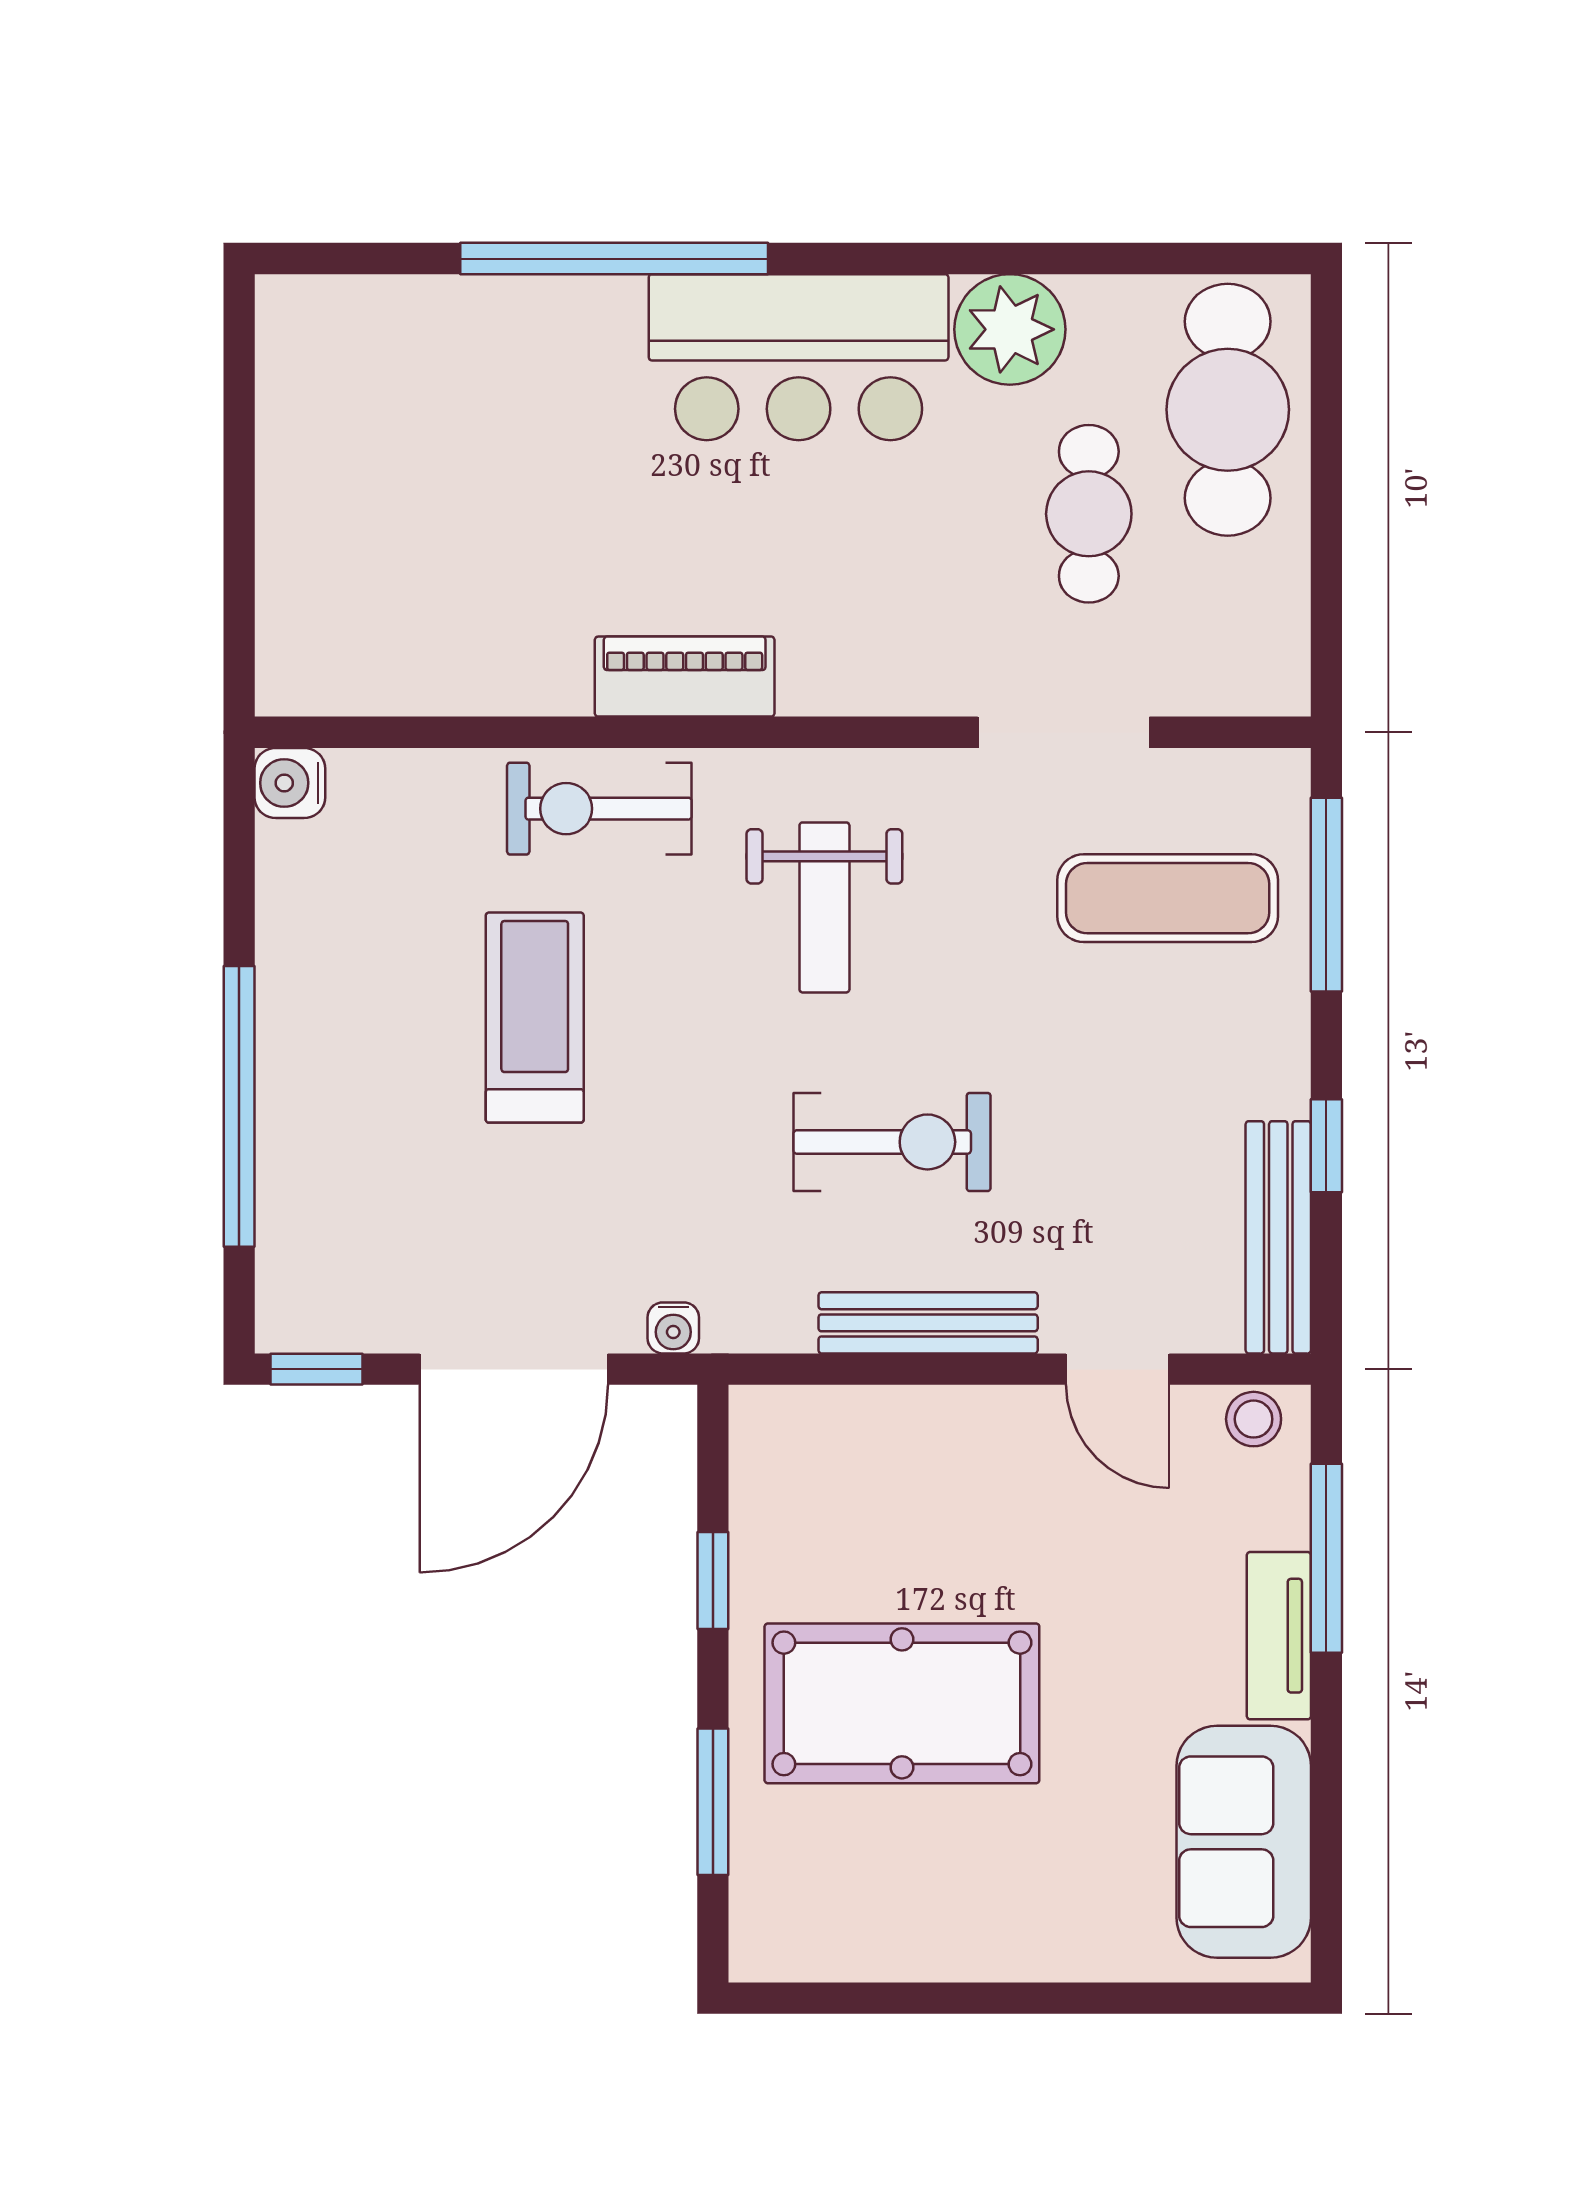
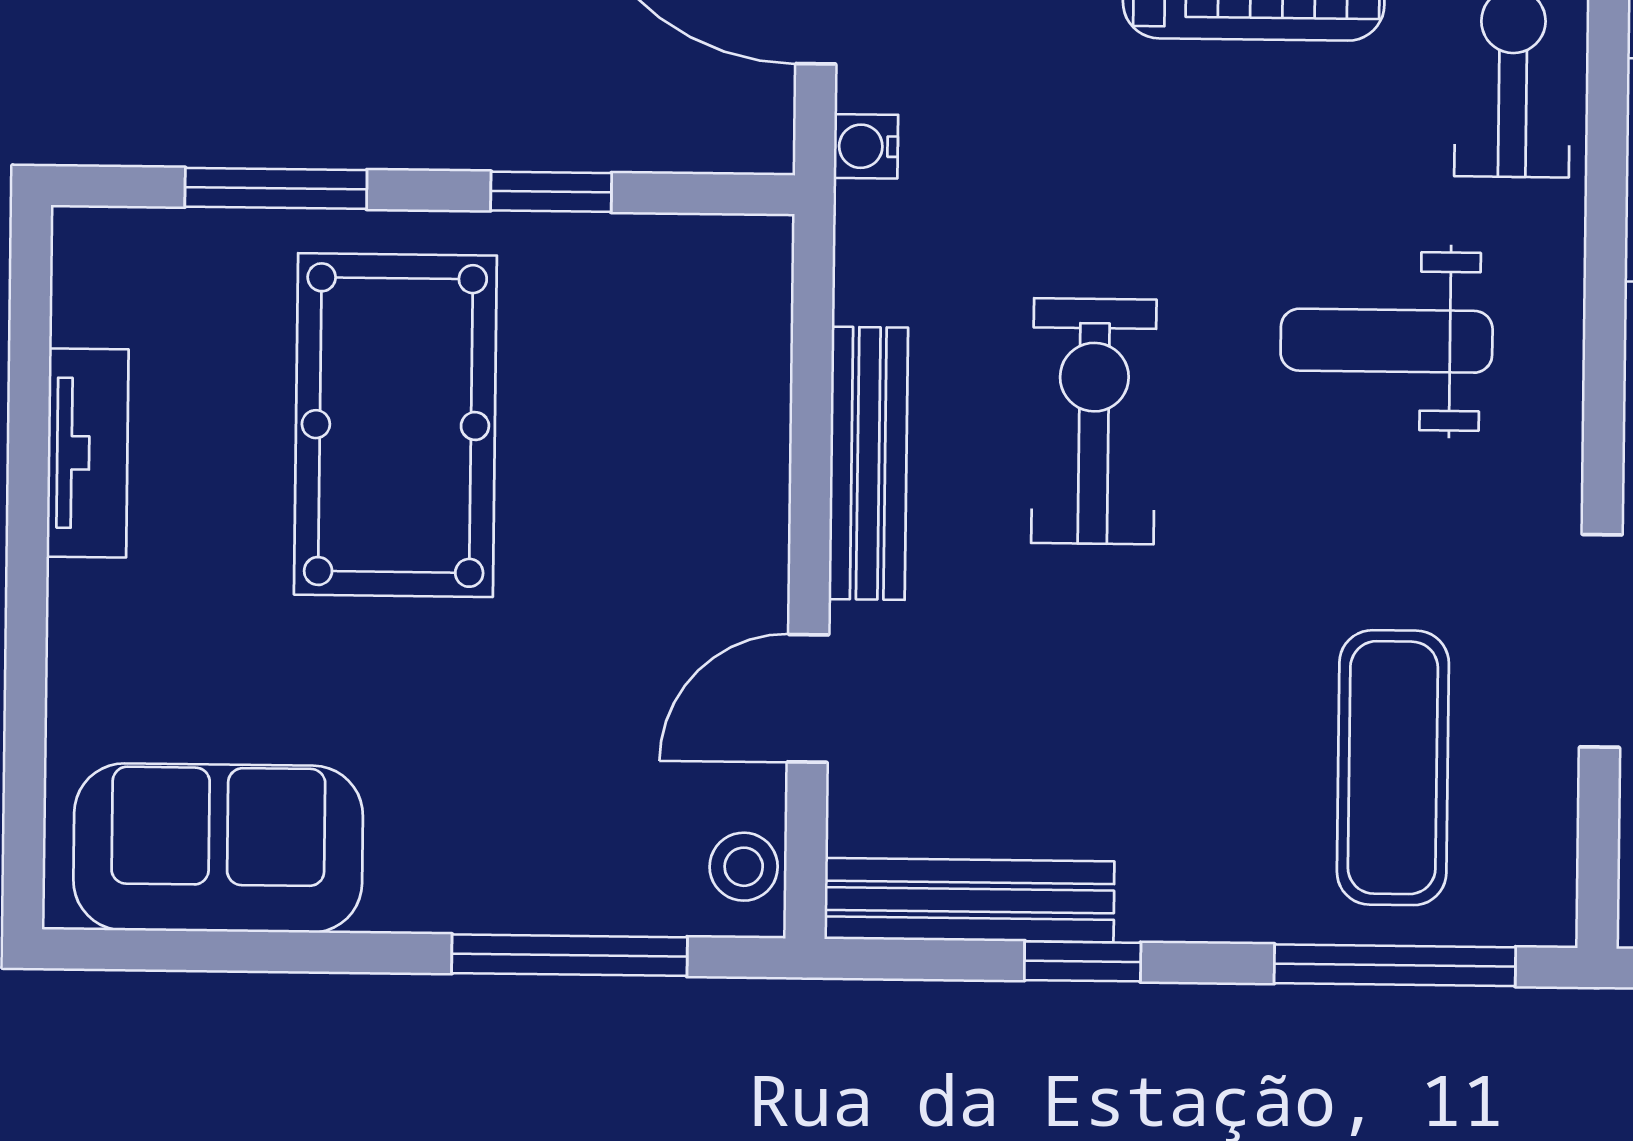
exercise bike: (892, 1142) -> (1094, 421), turned 180
tv unit: (1279, 1636) -> (88, 453), moved, turned 90

